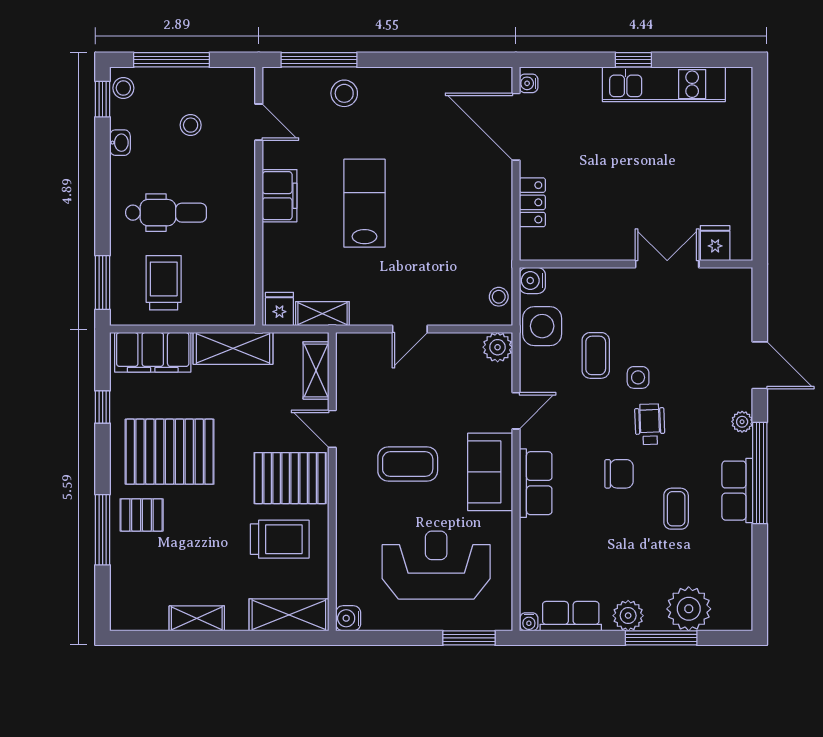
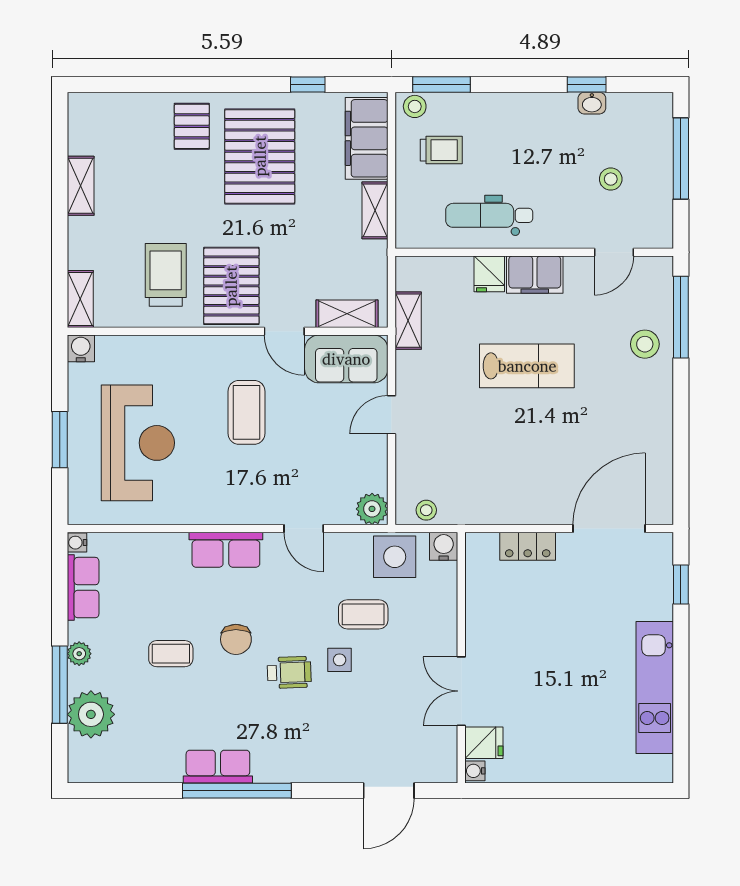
window: (633, 60) -> (681, 584), moved
water cooler: (529, 83) -> (475, 771), moved, turned -90
stool: (123, 88) -> (415, 106), moved
window: (103, 99) -> (587, 84), moved
dental chair: (166, 213) -> (489, 215), moved, turned 90
double door: (667, 264) -> (461, 691), swing flipped
trolley: (164, 283) -> (441, 150), width x0.73, depth x0.72
fridge: (279, 309) -> (489, 274), moved, turned 90
door: (410, 329) -> (392, 415), hinge flipped
shelving: (233, 348) -> (375, 210), width x0.67, depth x0.75
door: (760, 365) -> (389, 791), moved
plant: (742, 422) -> (292, 772), removed
door: (332, 429) -> (284, 331), swing flipped
sofa: (490, 472) -> (346, 359), moved, turned 180
coffee table: (676, 509) -> (171, 654), moved
window: (103, 530) -> (176, 84), removed
trolley: (280, 539) -> (166, 275), turned 180
shelving: (289, 615) -> (80, 299), width x0.67, depth x0.75
plant: (628, 616) -> (79, 654), width x0.73, depth x0.73
window: (469, 638) -> (60, 440), moved

